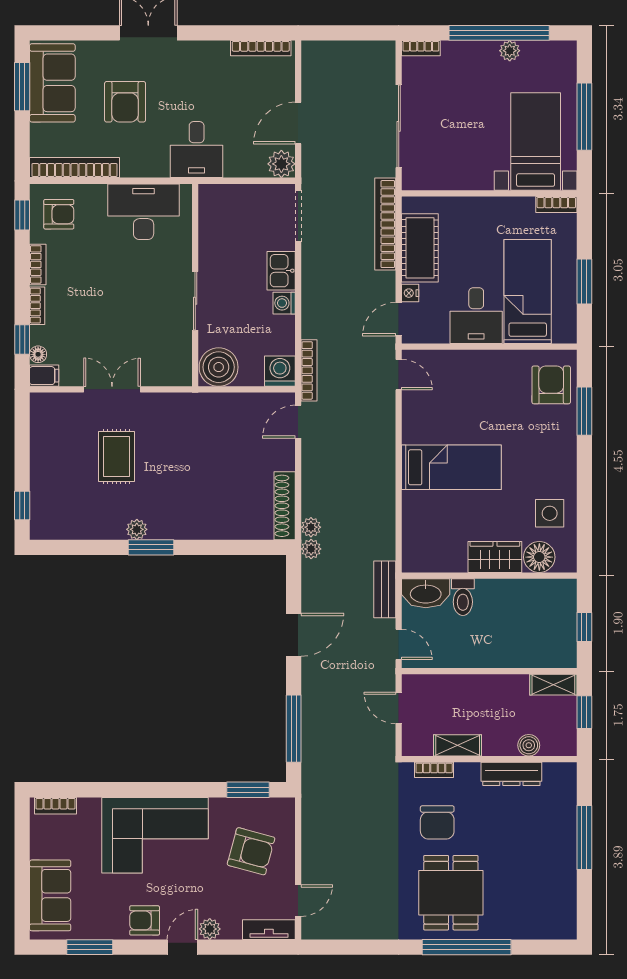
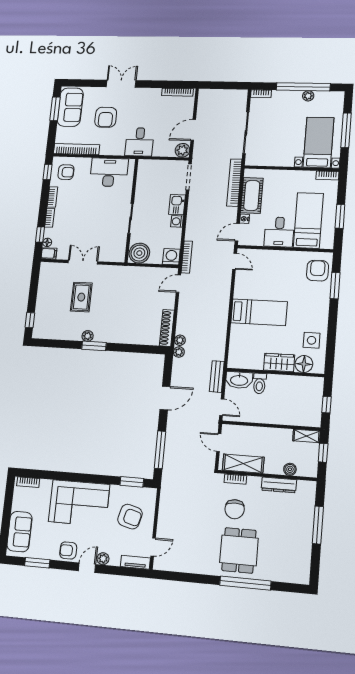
shelving: (458, 745) -> (243, 464), width x1.50, depth x1.33

